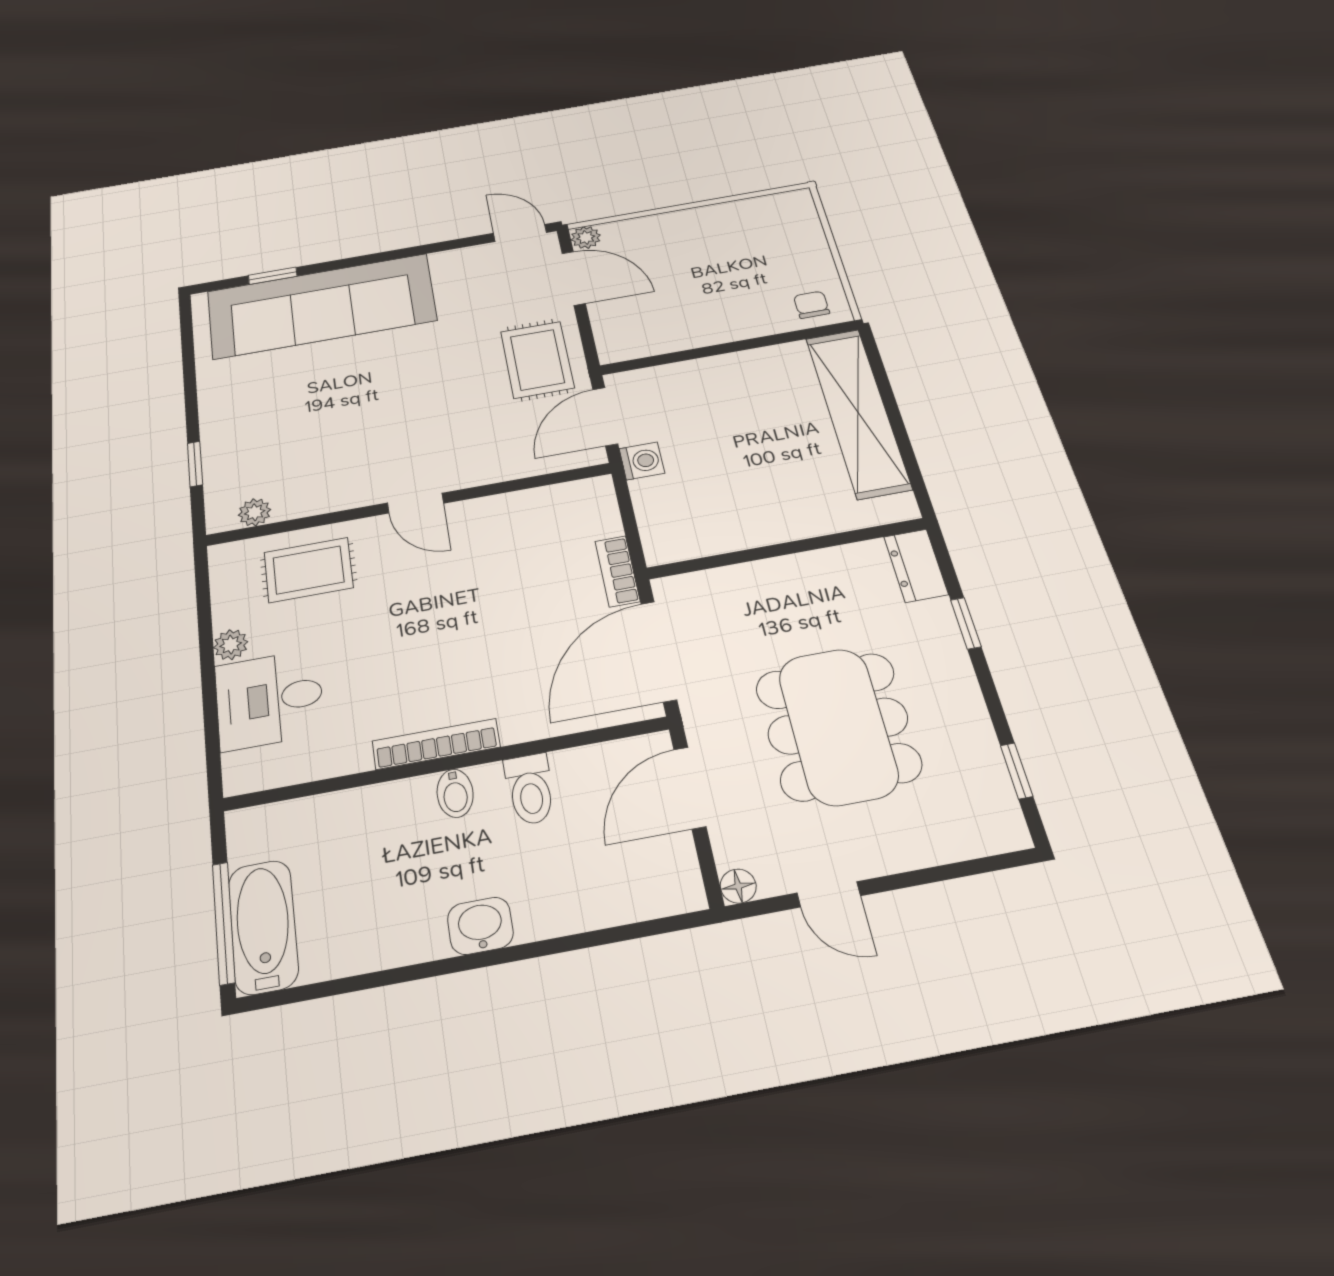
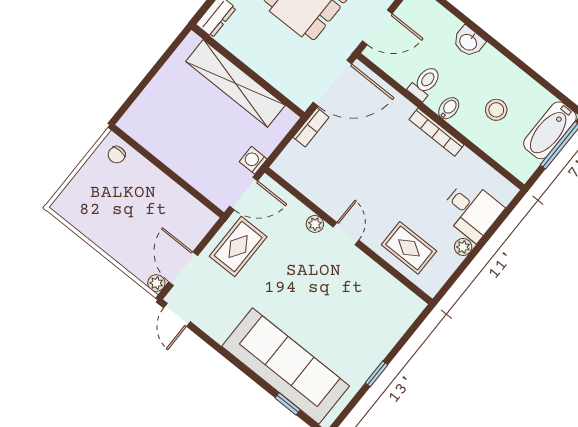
shelving: (858, 412) -> (235, 83), moved, turned 90
window: (195, 464) -> (376, 374), moved
plant: (255, 512) -> (315, 224), moved
stool: (380, 867) -> (496, 110), added
washbasin: (480, 926) -> (469, 42), moved

